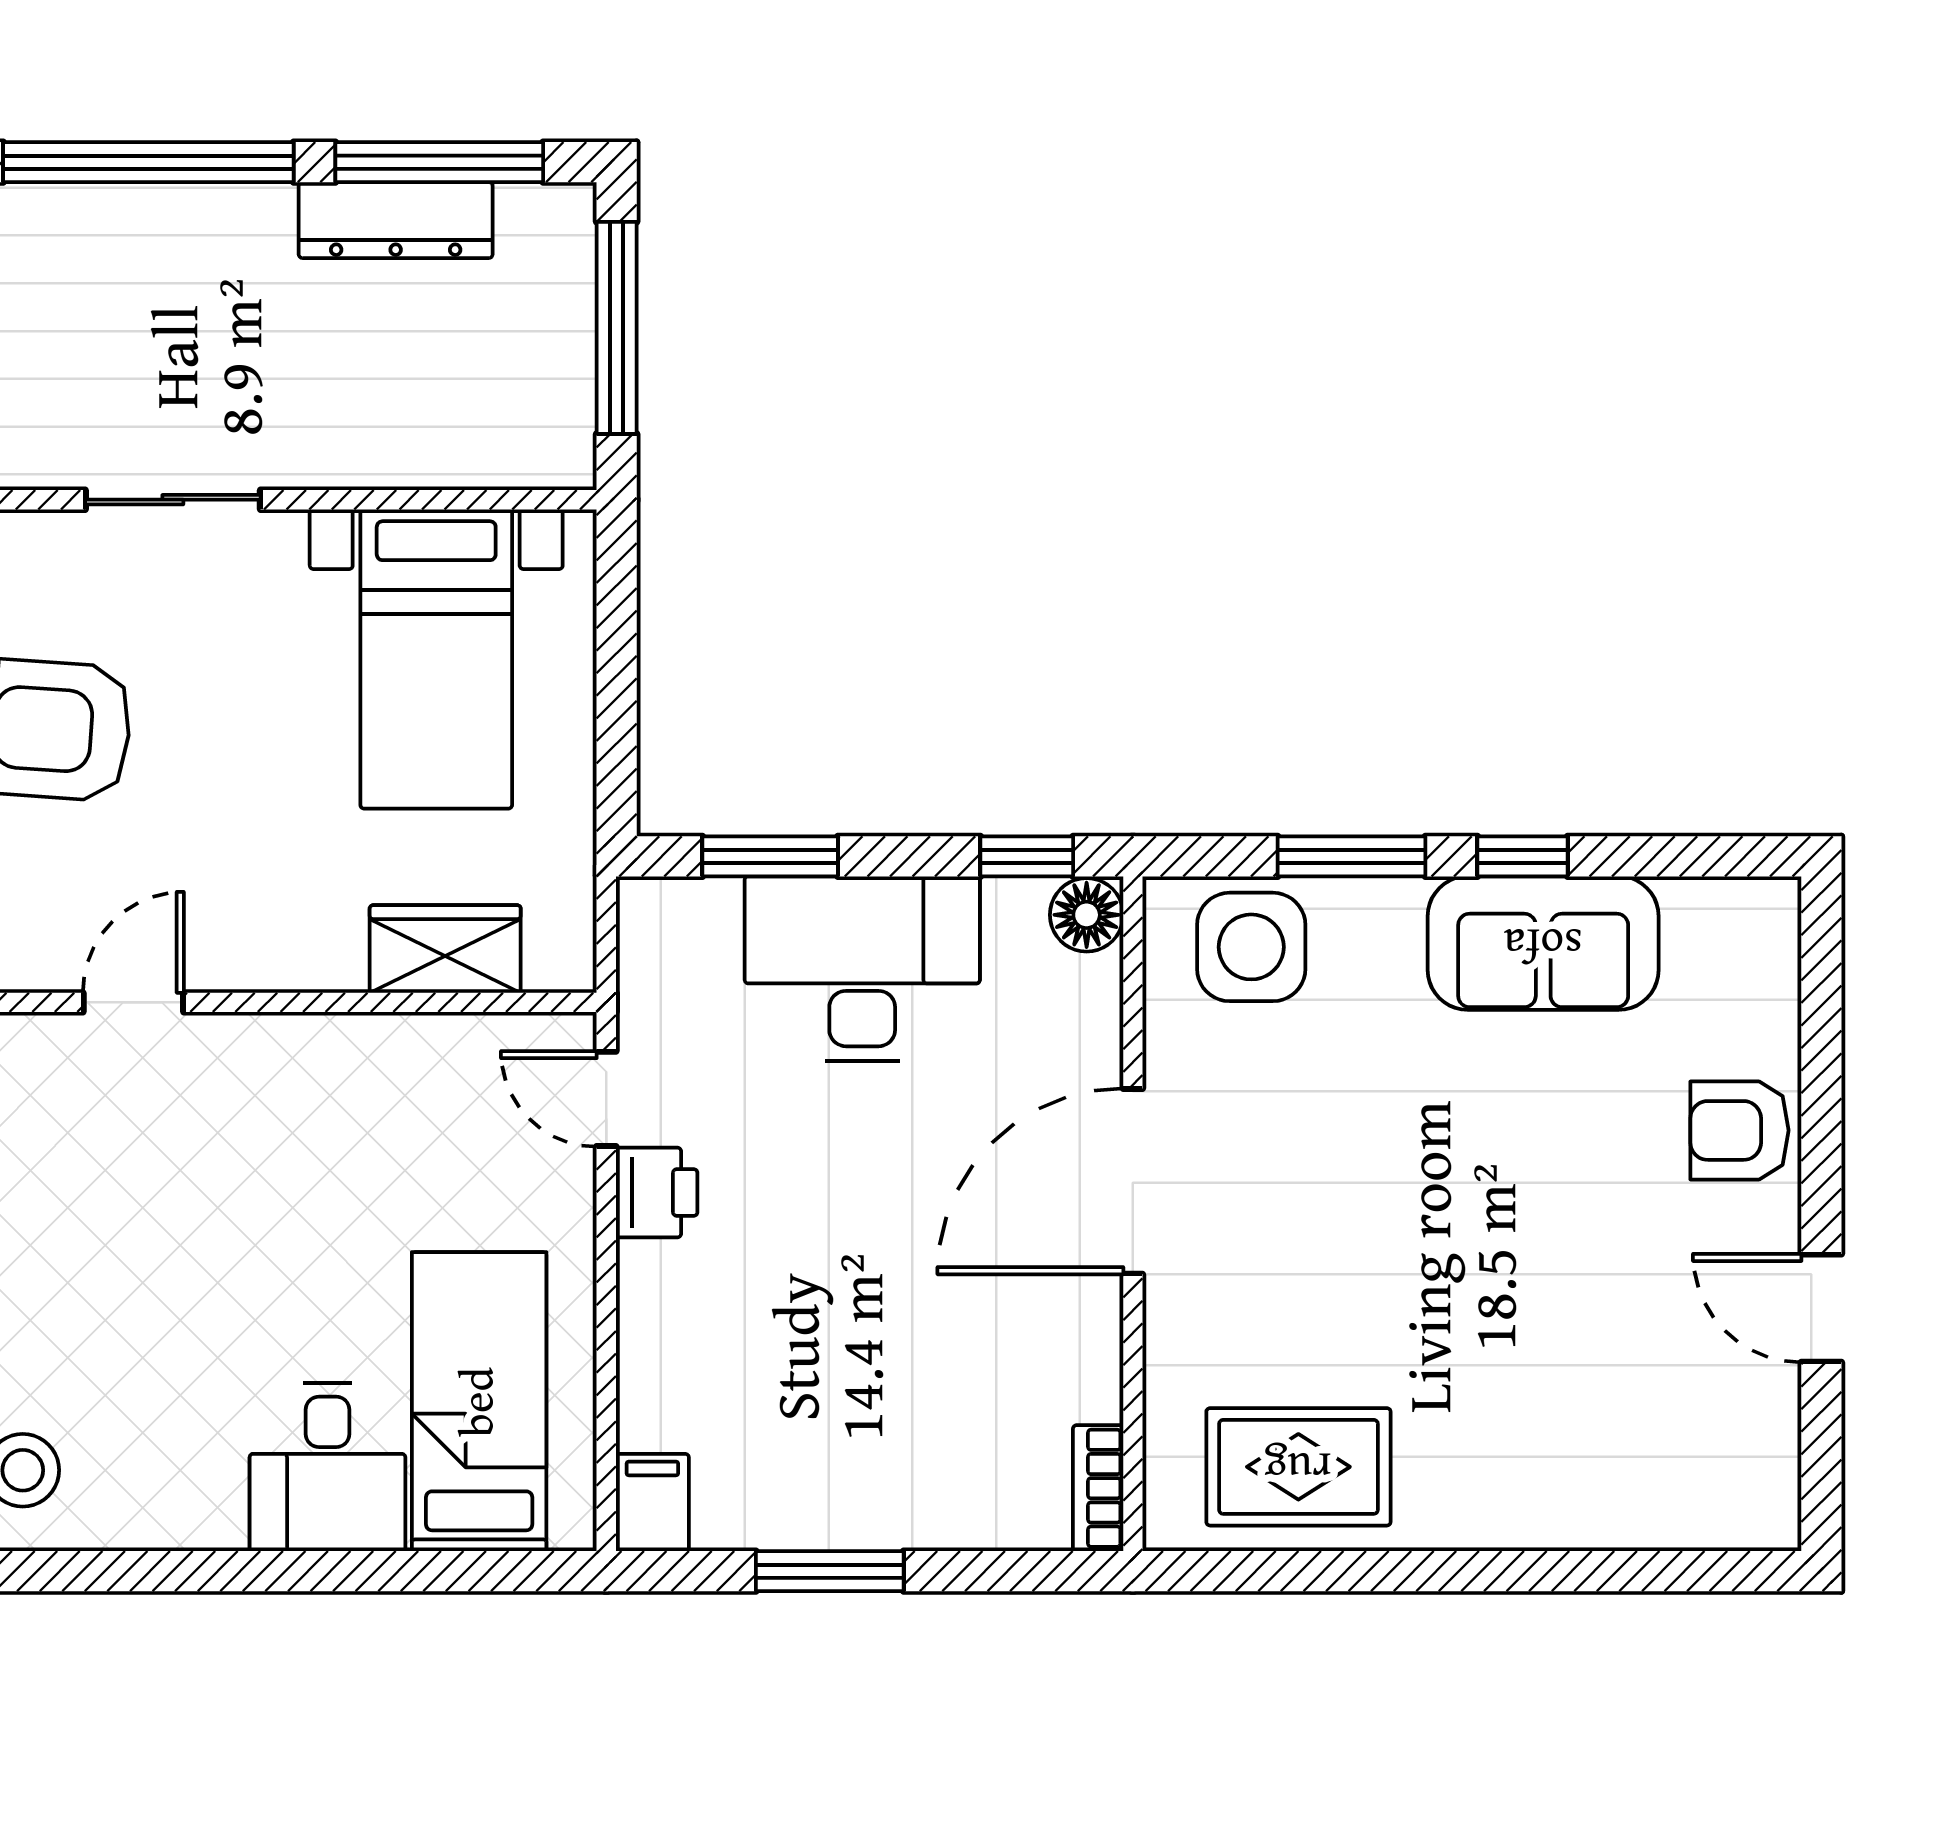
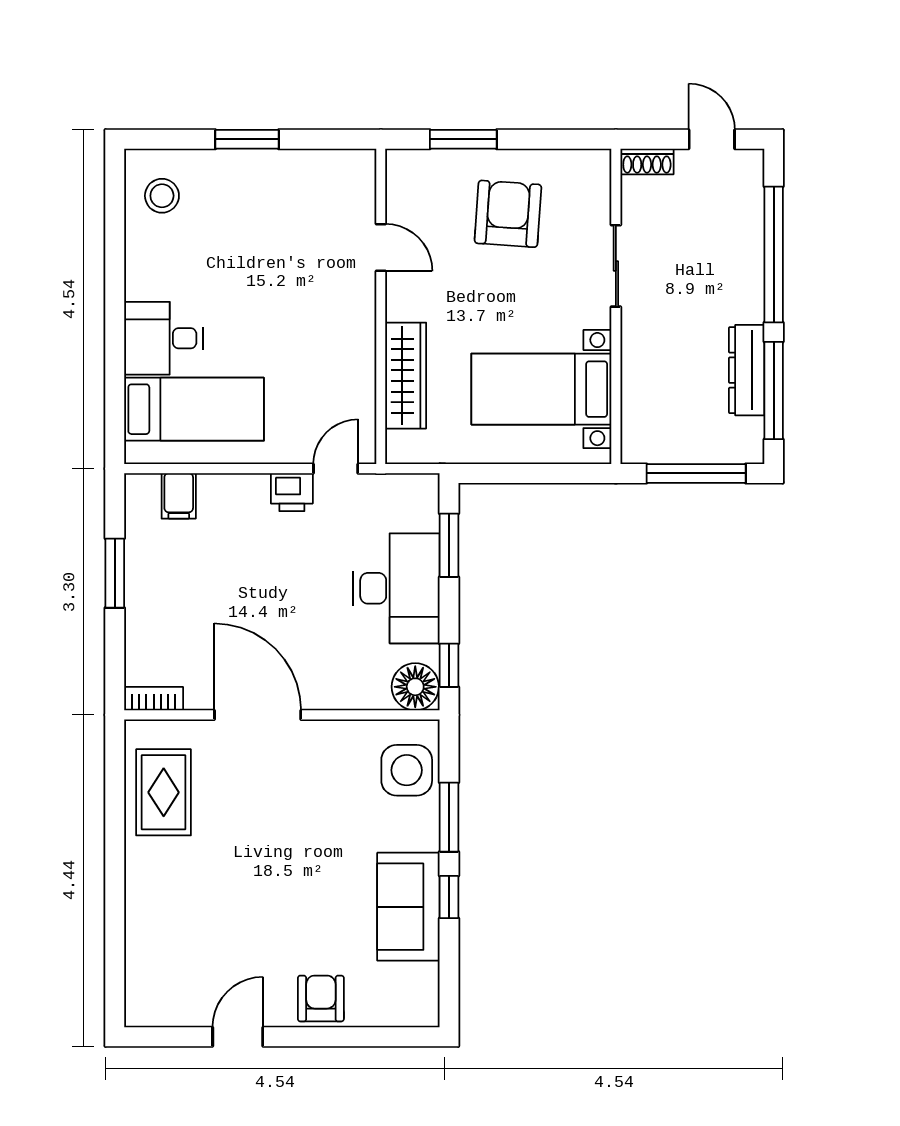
floor lamp: (1087, 915) -> (415, 687), width x1.38, depth x1.38
wardrobe: (445, 949) -> (406, 376), width x1.50
door: (1133, 1181) -> (258, 715), moved
filing cabinet: (652, 1503) -> (179, 496), moved, turned 90

